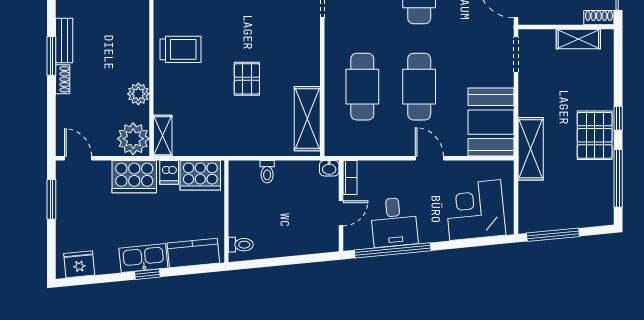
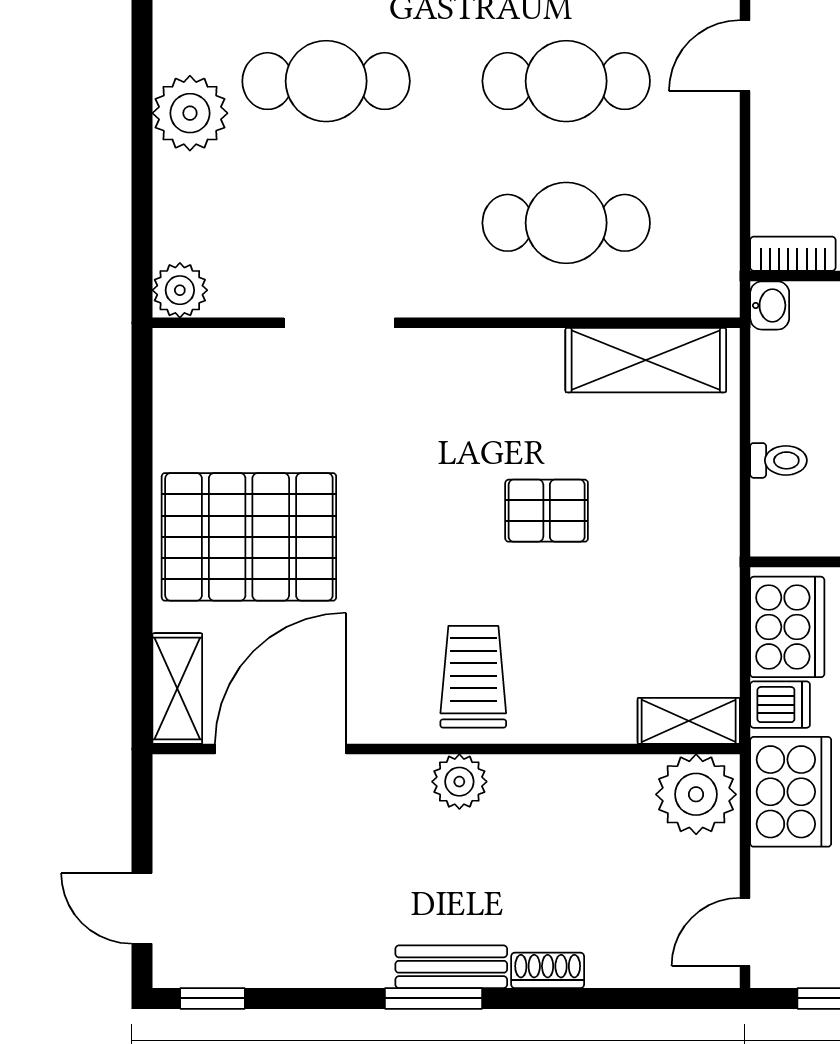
window: (51, 56) -> (434, 998), moved
plant: (138, 94) -> (459, 782), moved

